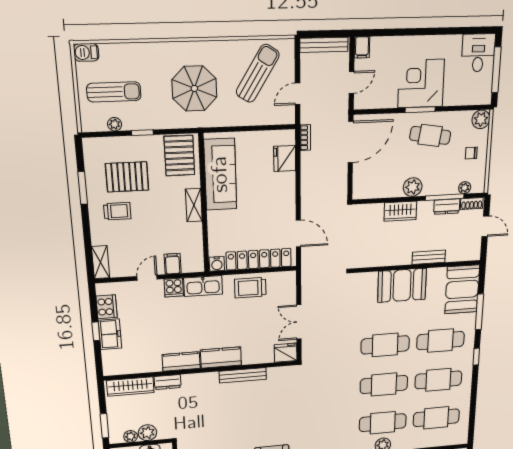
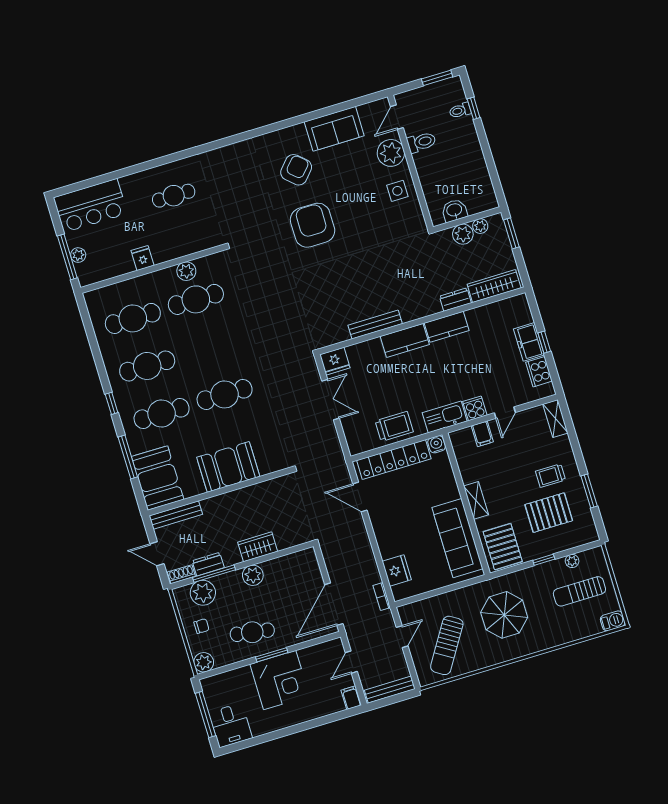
plant: (465, 188) -> (203, 593), width x1.88, depth x1.88
bench: (429, 257) -> (176, 515), moved, width x1.36
cafe table: (384, 384) -> (210, 347), removed

